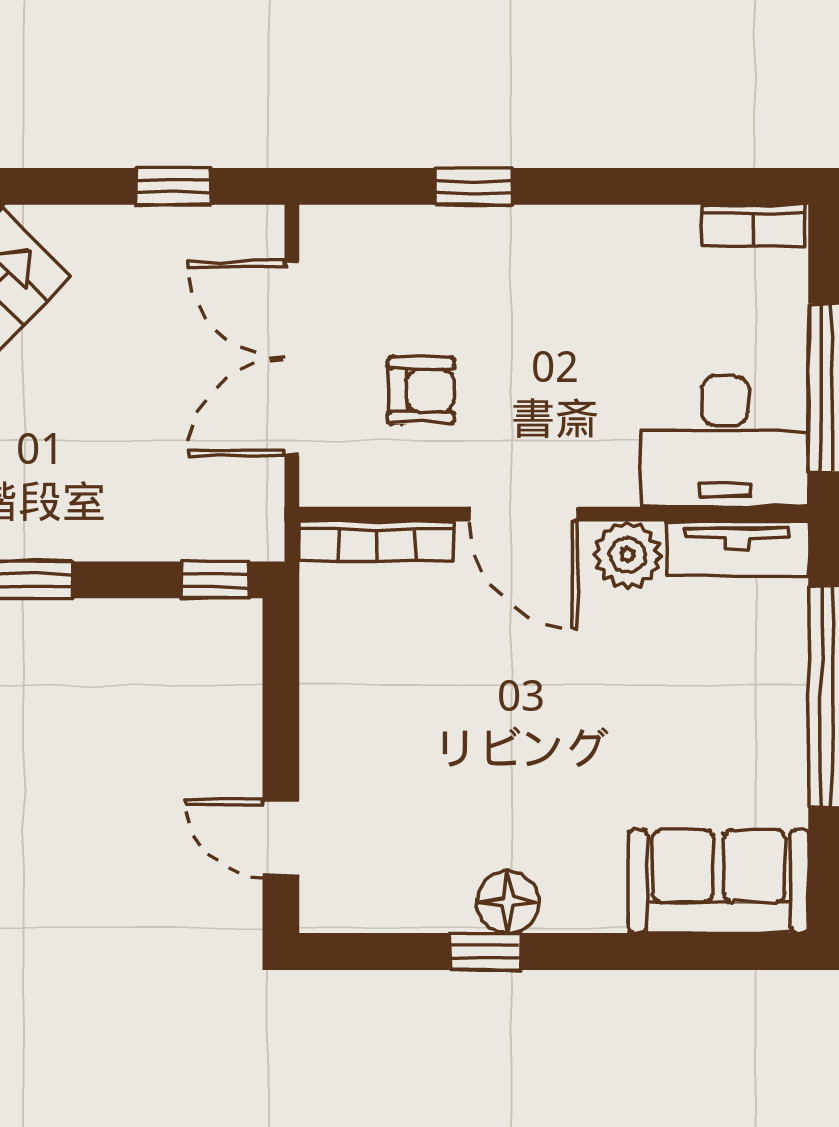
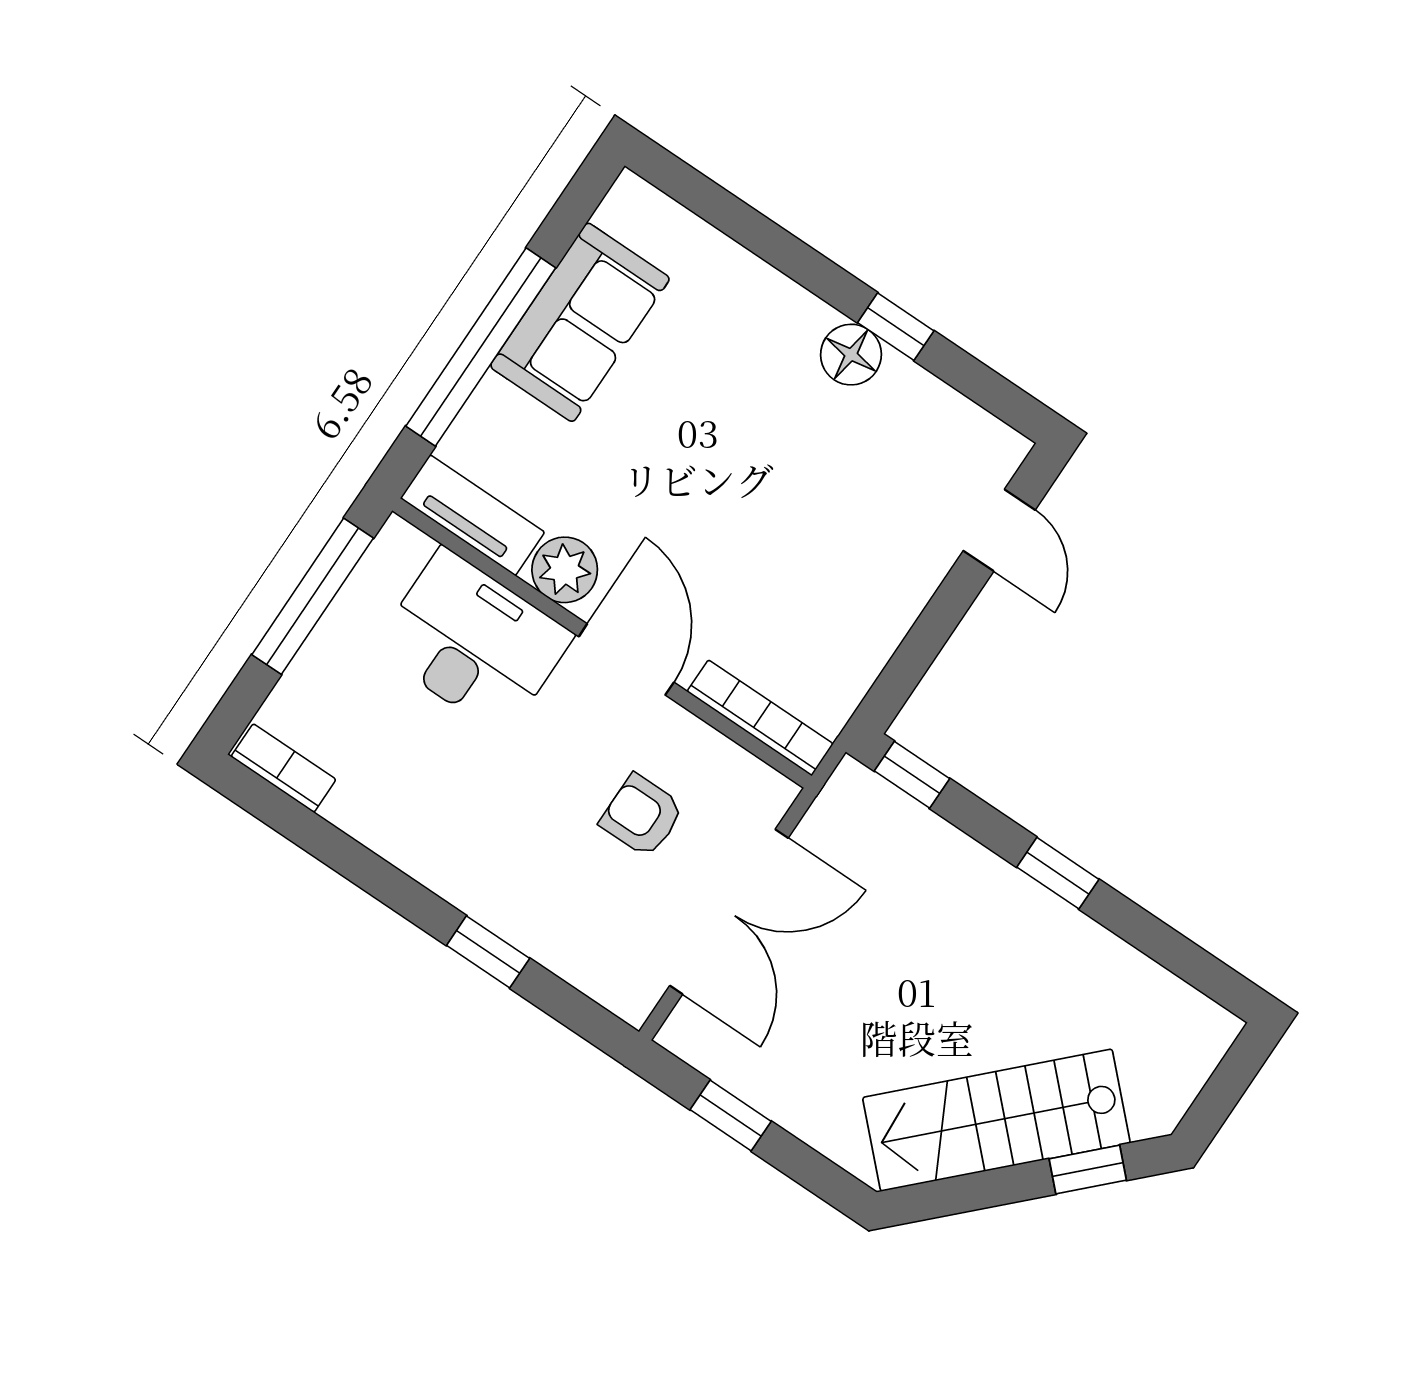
desk: (725, 441) -> (473, 642), moved
sofa: (719, 881) -> (580, 322), moved, turned -90

